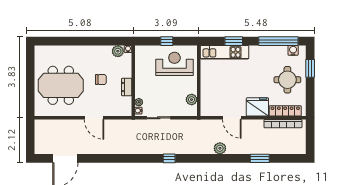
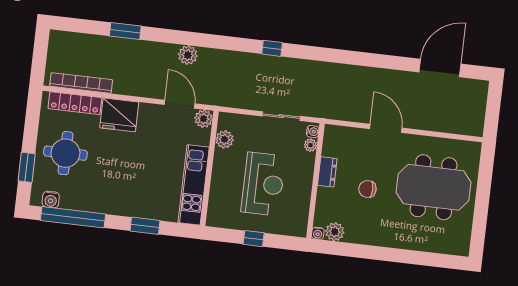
kitchen unit: (224, 52) -> (194, 185), moved, turned -90
reception desk: (174, 64) -> (263, 184), moved, turned -90
plant: (206, 111) -> (203, 119), added
door: (232, 118) -> (180, 104), moved

